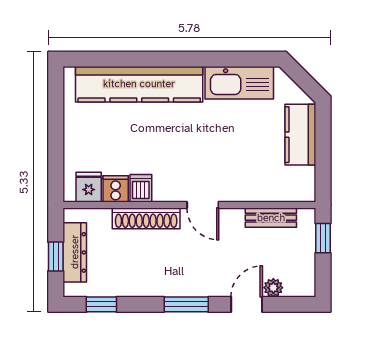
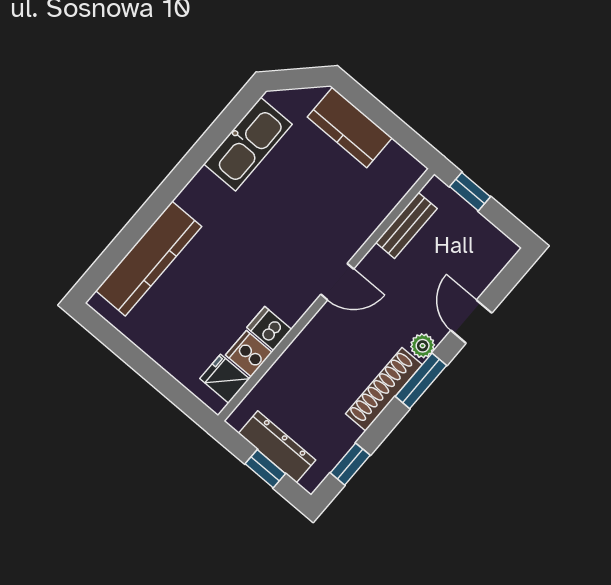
kitchen counter: (139, 84) -> (149, 259), width x0.72, depth x0.86
shoe rack: (146, 218) -> (384, 389), moved, turned 180
plant: (273, 288) -> (423, 346), moved

